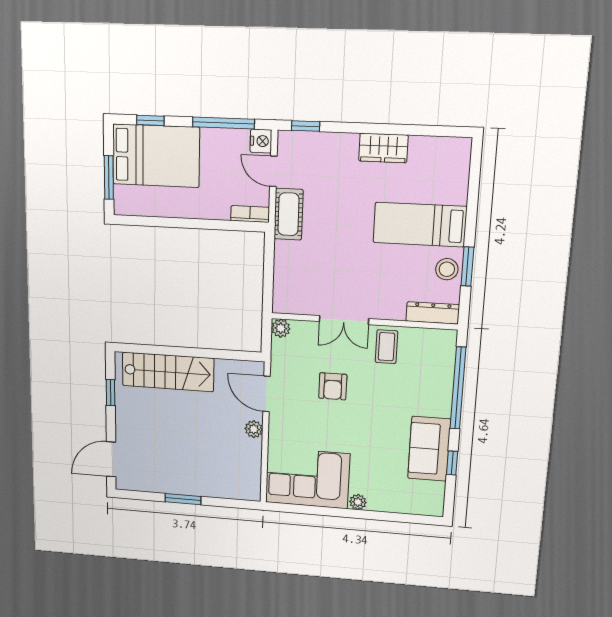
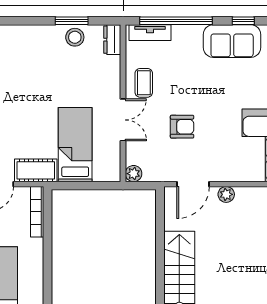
bookcase: (250, 214) -> (37, 212), width x1.56
bed: (420, 225) -> (75, 145), moved, turned 180
dresser: (433, 313) -> (112, 40), width x0.70
coffee table: (386, 347) -> (144, 83), turned 90
tv unit: (446, 358) -> (150, 33), added

